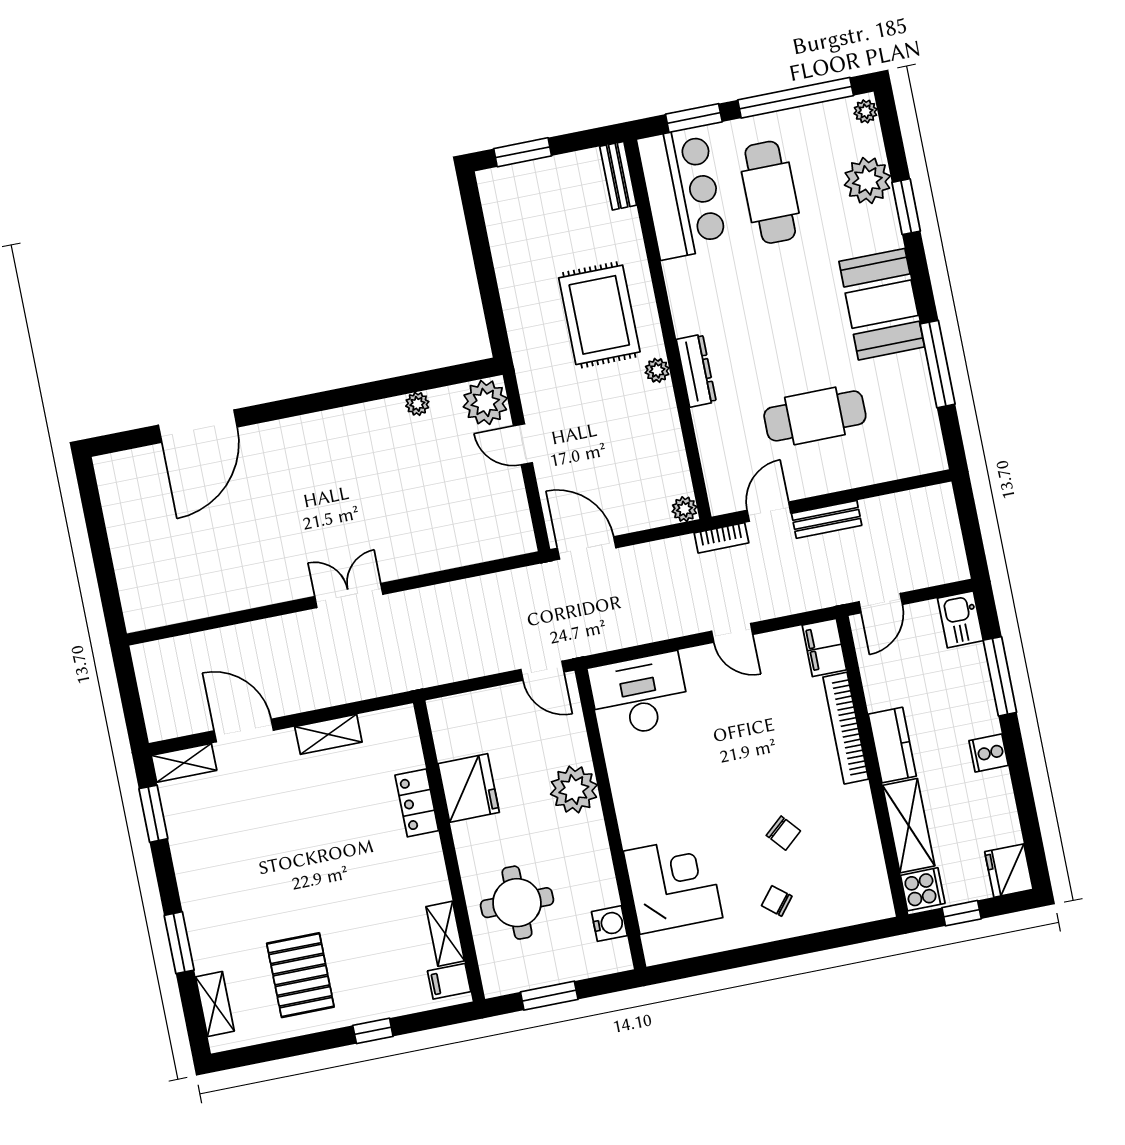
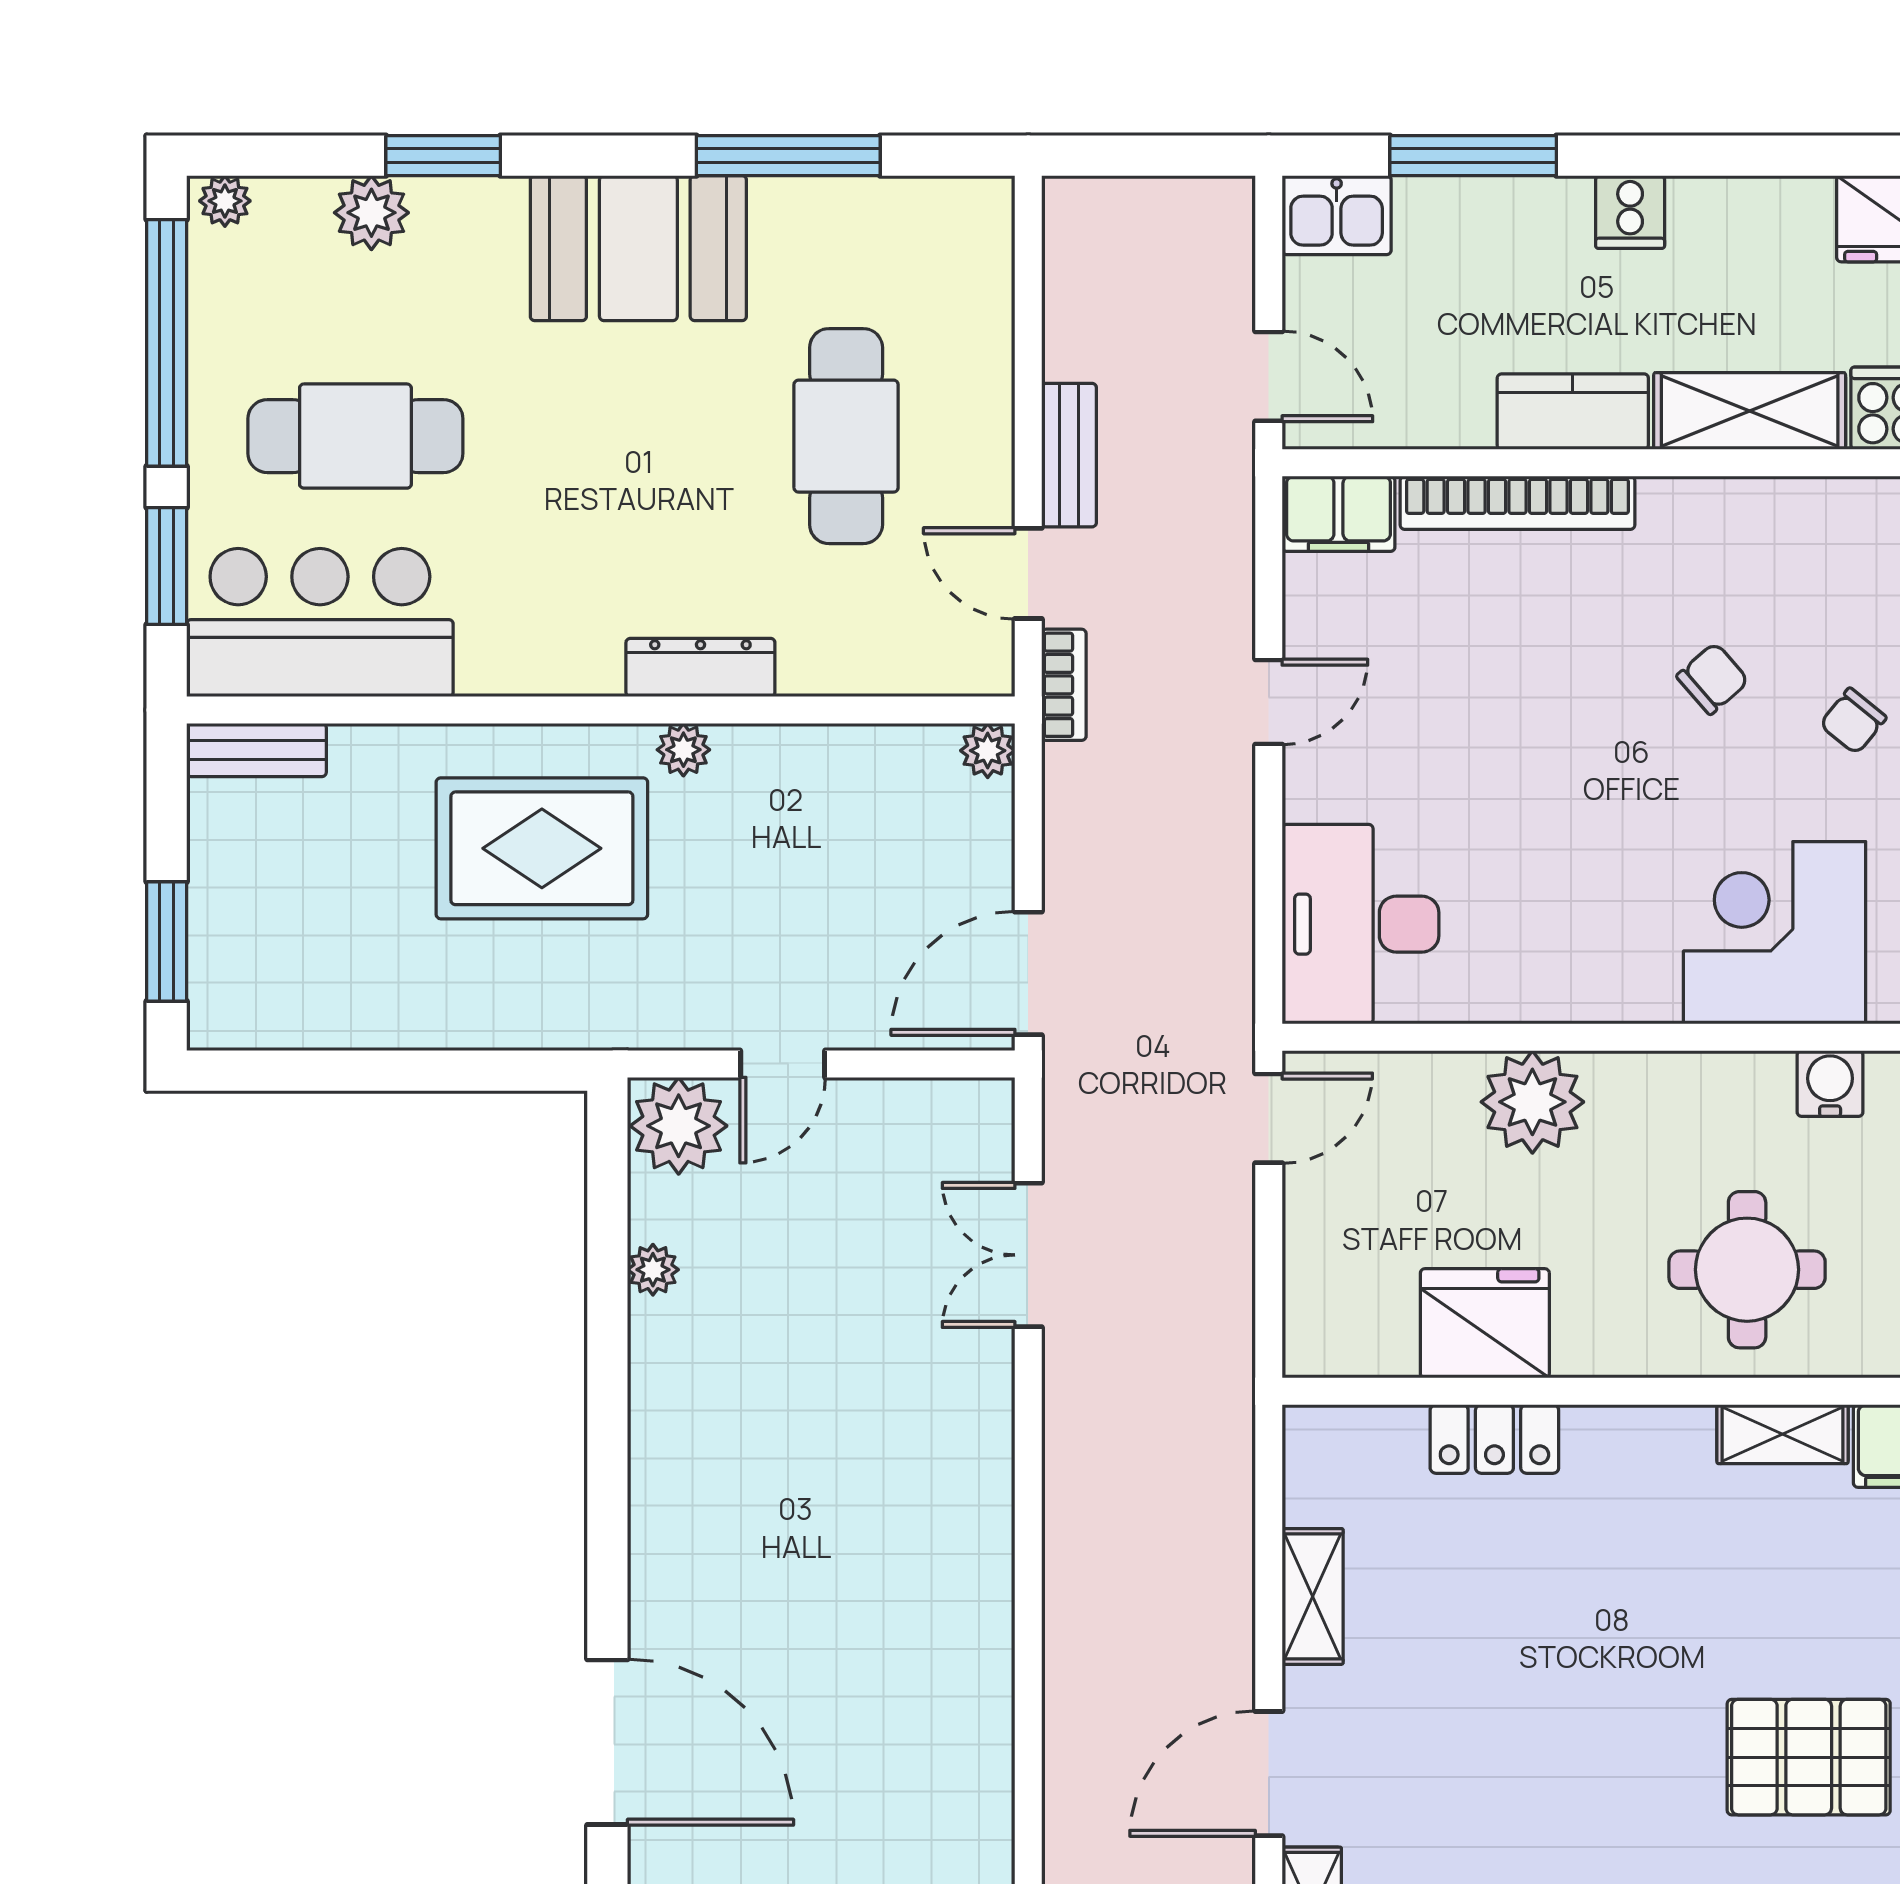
plant: (867, 180) -> (371, 213), width x0.73, depth x0.73
double door: (349, 595) -> (1028, 1255), moved

